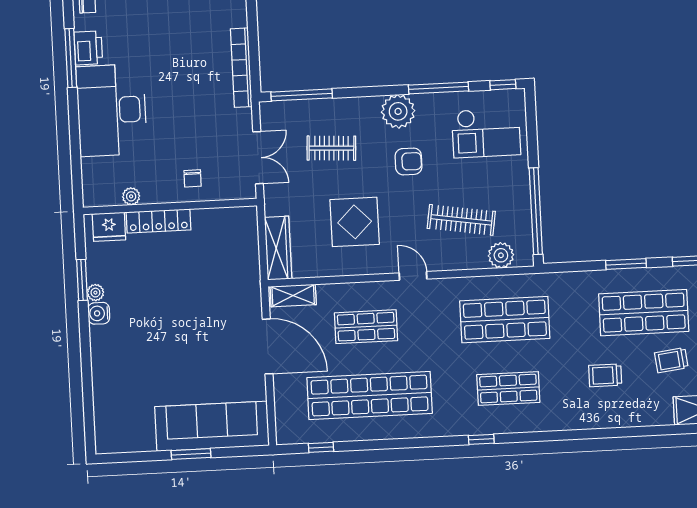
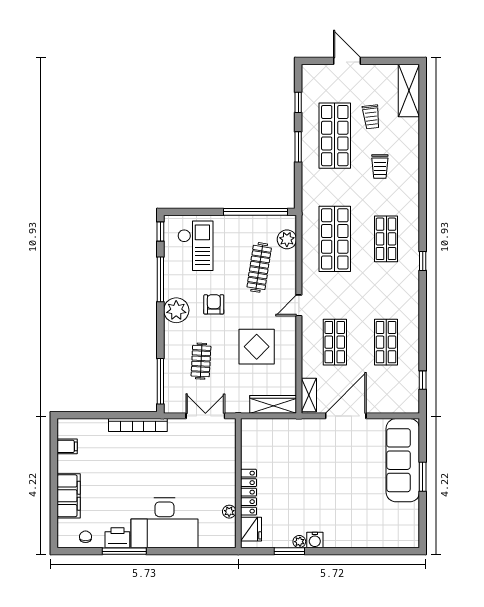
chair: (193, 178) -> (218, 465), removed
shop shelf: (370, 396) -> (386, 342), width x0.50, depth x0.74

